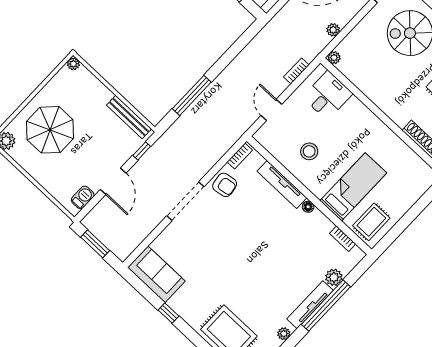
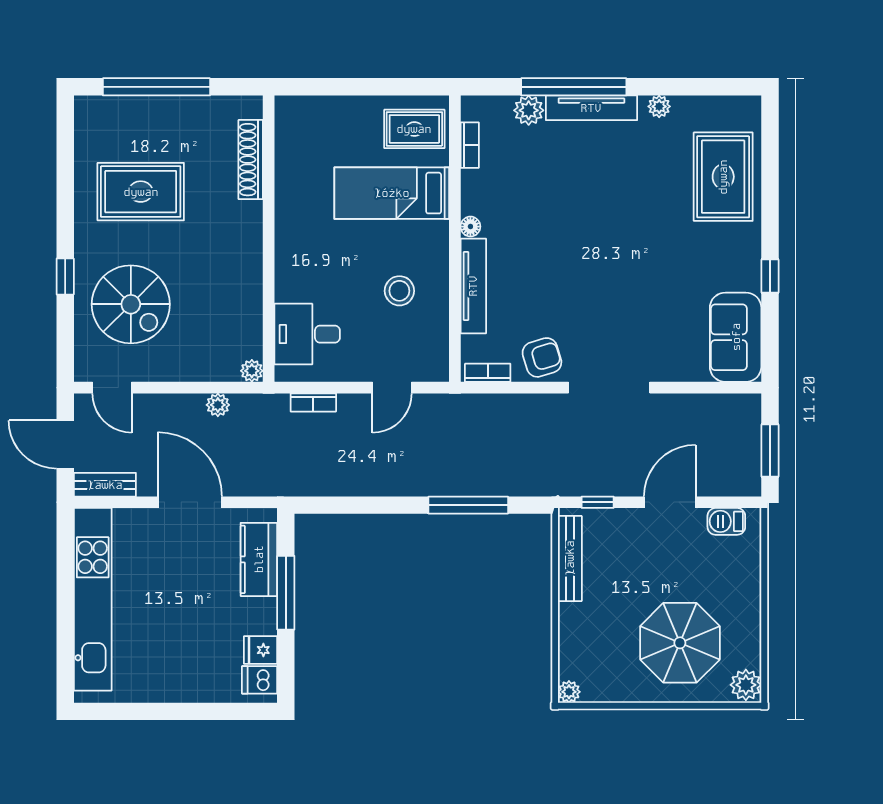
armchair: (225, 185) -> (542, 357), turned 82

